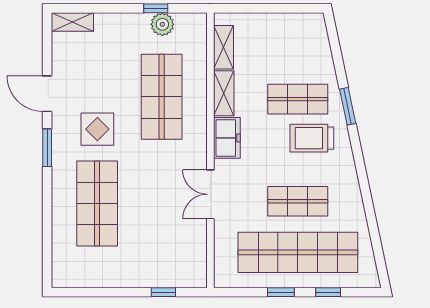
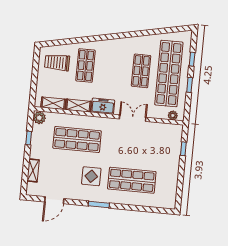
shelving: (72, 22) -> (33, 170), moved
plant: (162, 24) -> (39, 118), moved
door: (47, 94) -> (54, 200), moved
window: (348, 106) -> (92, 39), removed
trolley: (312, 138) -> (57, 62), moved, turned 90
double door: (210, 194) -> (133, 118), swing flipped
plant: (222, 267) -> (173, 115), added

